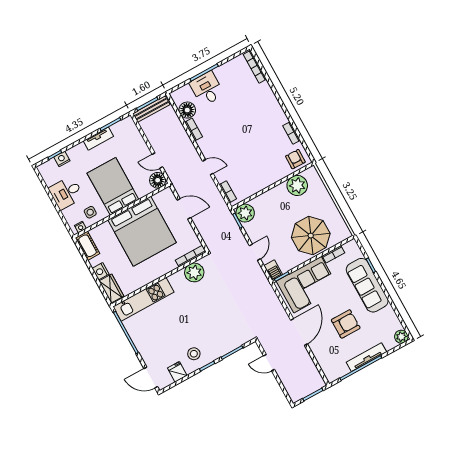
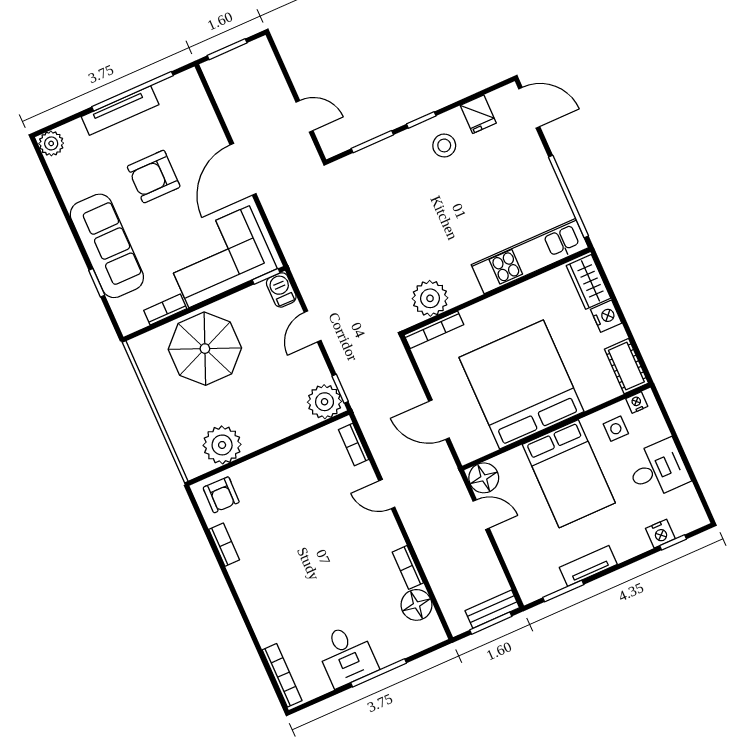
desk: (207, 89) -> (347, 655), moved
bench: (151, 109) -> (492, 609), width x0.73

